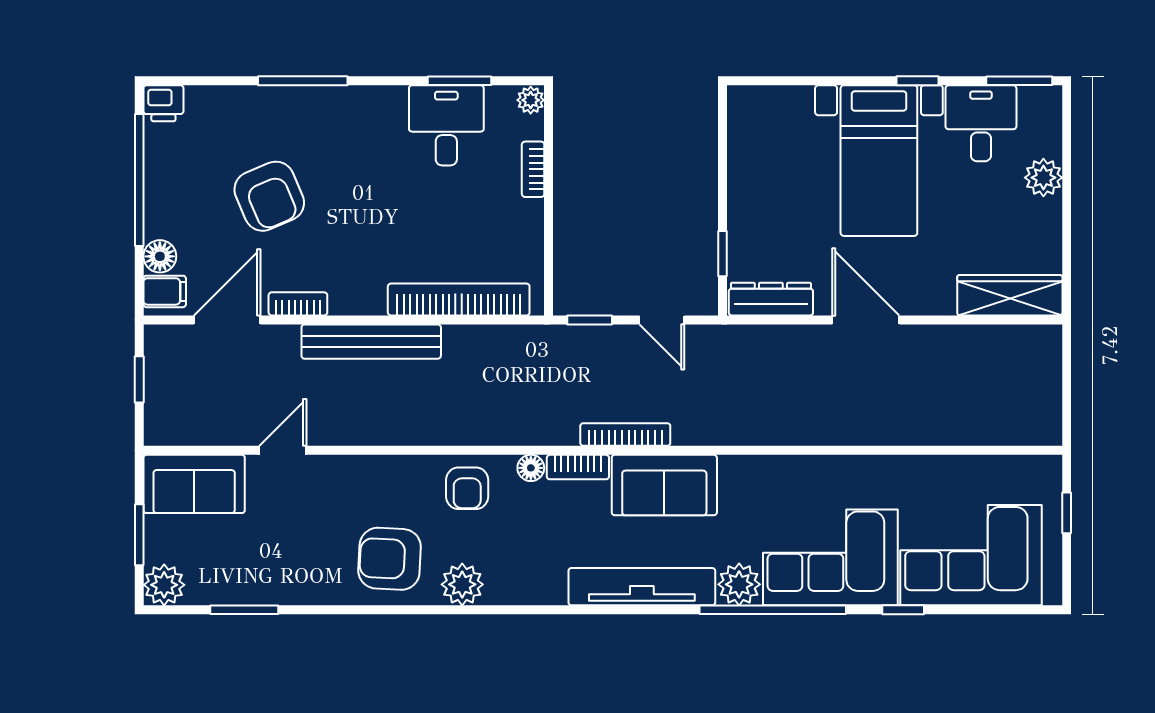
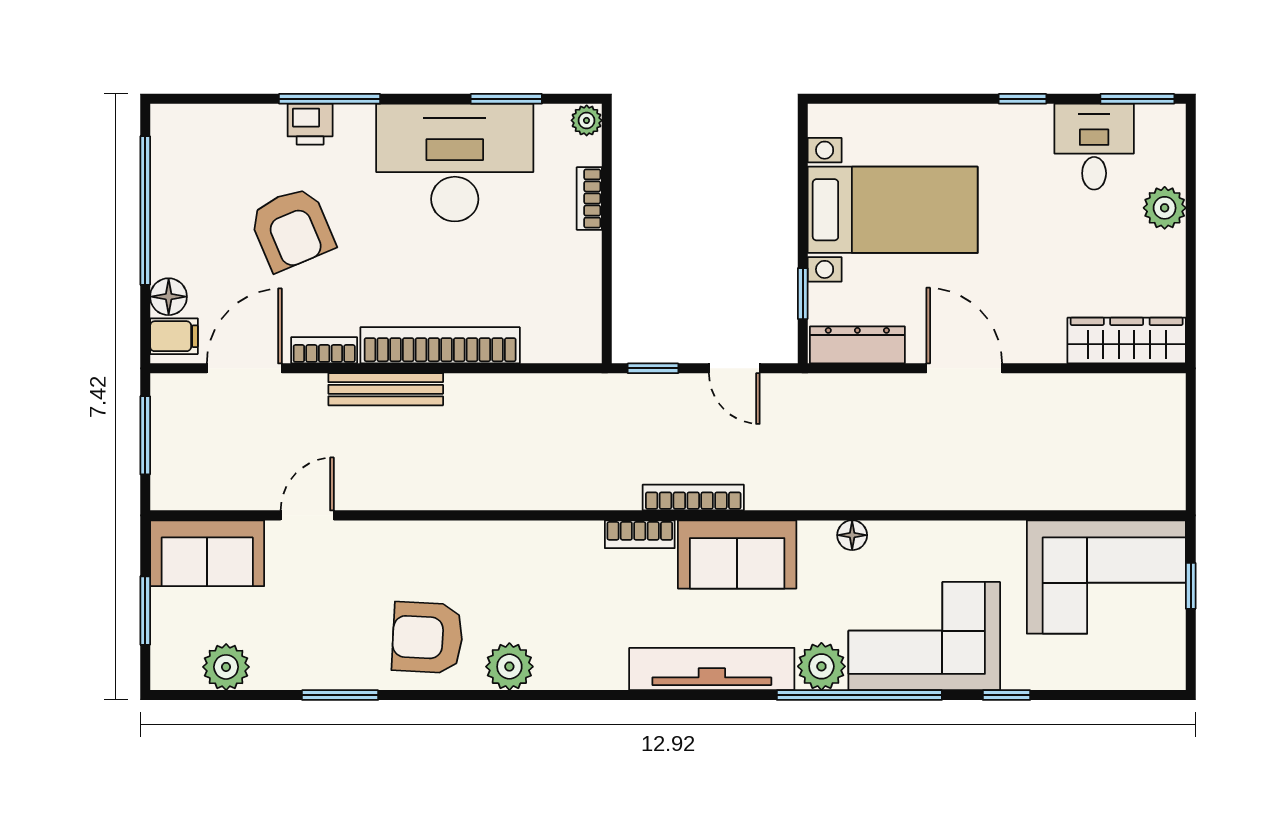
printer: (163, 103) -> (310, 124), moved
desk: (446, 125) -> (455, 163), width x1.87, depth x1.30
bed with nightstands: (879, 161) -> (893, 210), moved, turned -90
bookcase: (459, 300) -> (440, 345), moved
bench: (371, 342) -> (386, 389), width x0.73, depth x0.82
window: (139, 379) -> (145, 435), width x1.50
floor lamp: (531, 468) -> (852, 535), moved
armchair: (467, 488) -> (515, 558), removed
corner sofa: (971, 555) -> (1106, 577), moved, turned 180
plant: (164, 585) -> (226, 667), moved
window: (244, 610) -> (340, 695), moved

